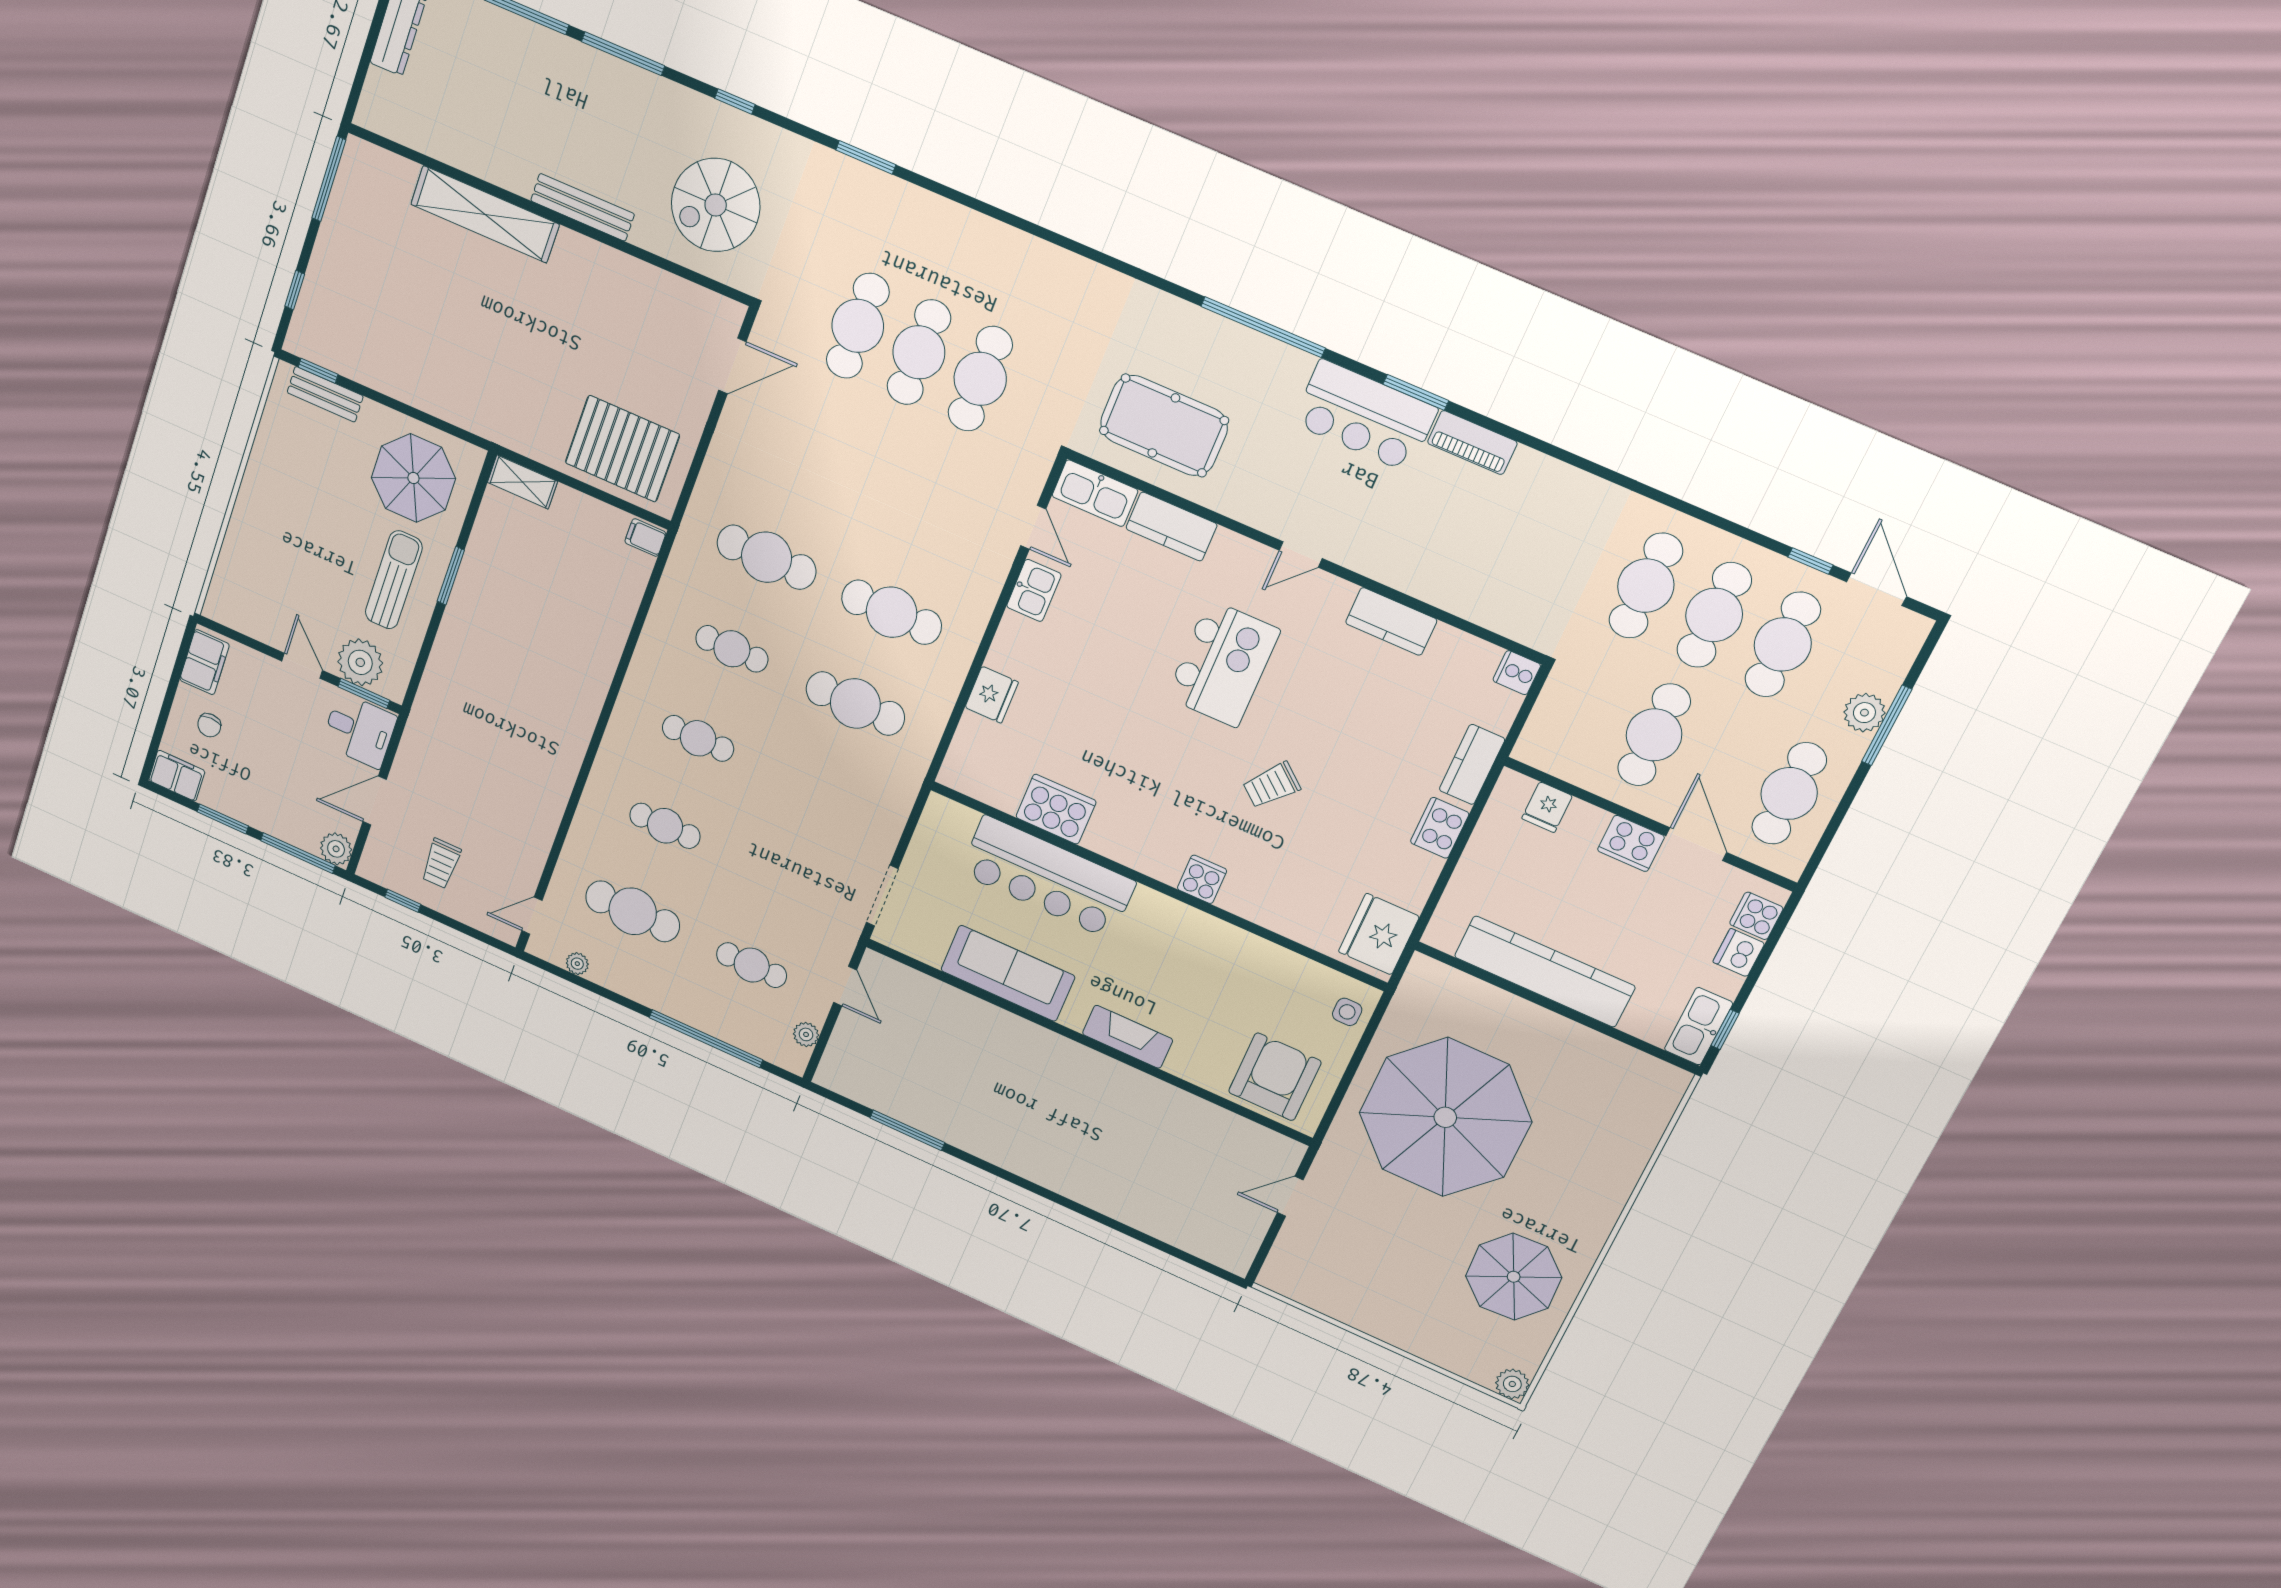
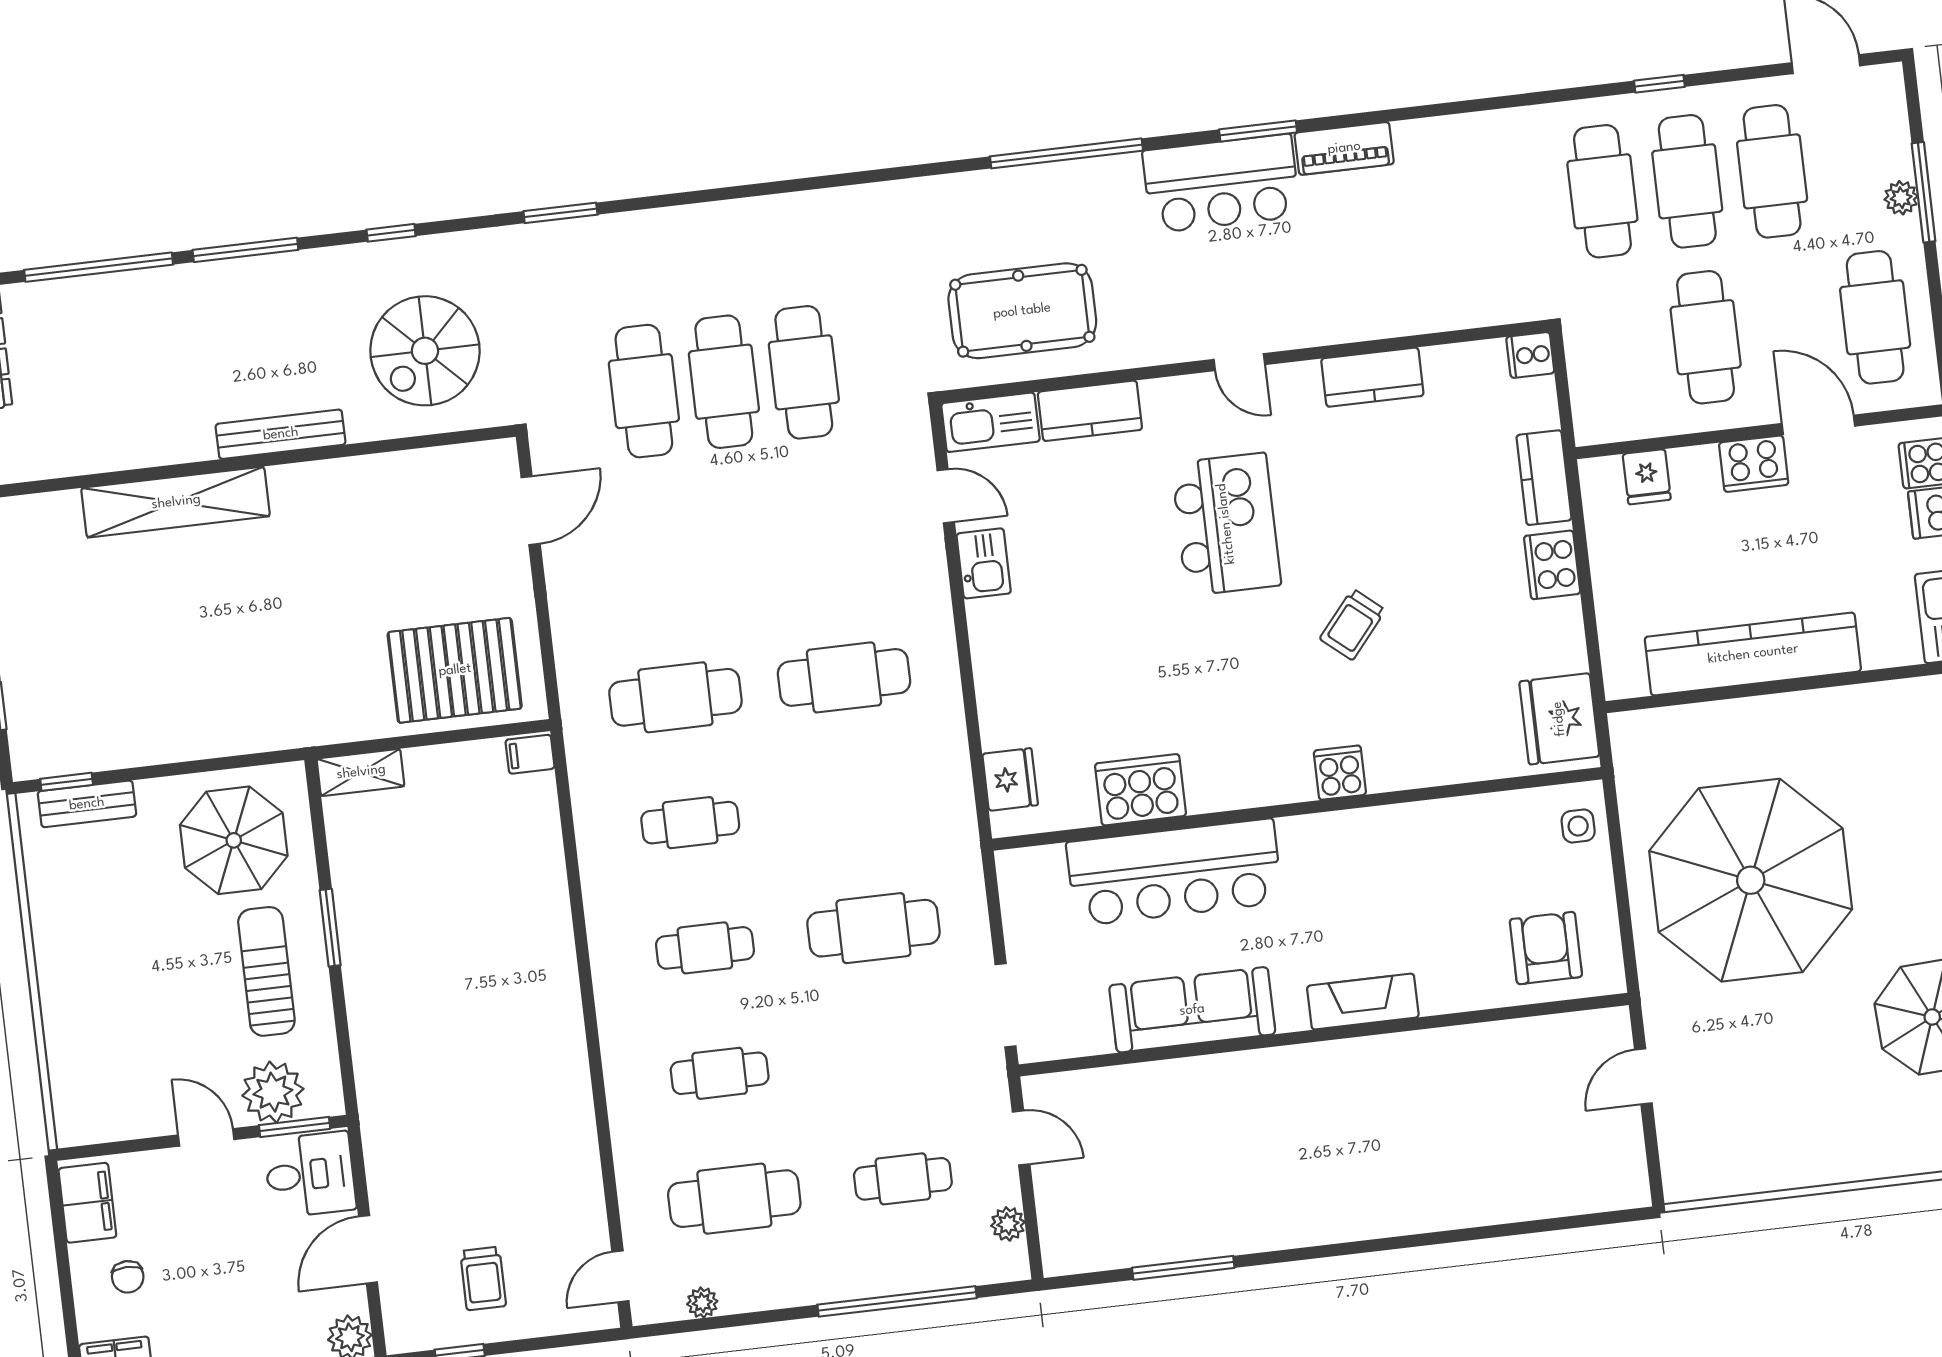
door: (1301, 554) -> (1239, 362), hinge flipped
window: (1810, 561) -> (1659, 84), moved
fridge: (992, 695) -> (1010, 779), moved
cafe table: (855, 704) -> (873, 928), moved
plant: (1864, 713) -> (1901, 198), width x0.73, depth x0.73
armchair: (1275, 1077) -> (1546, 948), width x0.73, depth x0.73

